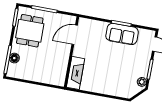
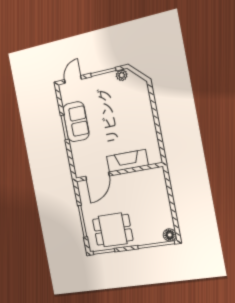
door: (75, 35) -> (97, 176), hinge flipped
floor lamp: (14, 58) -> (170, 235), moved
fireplace: (76, 73) -> (127, 161), moved

